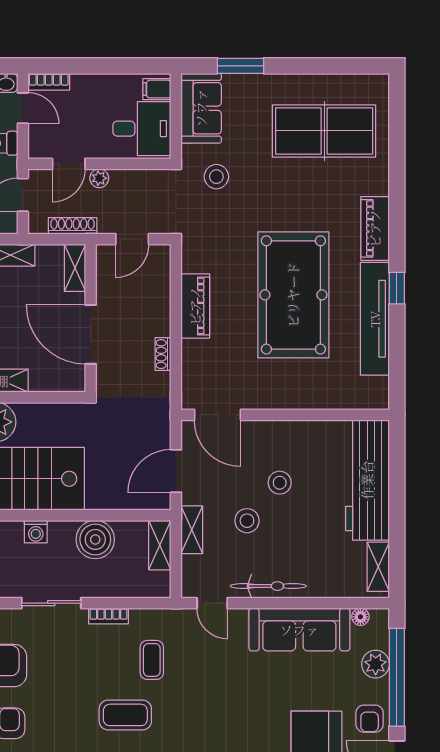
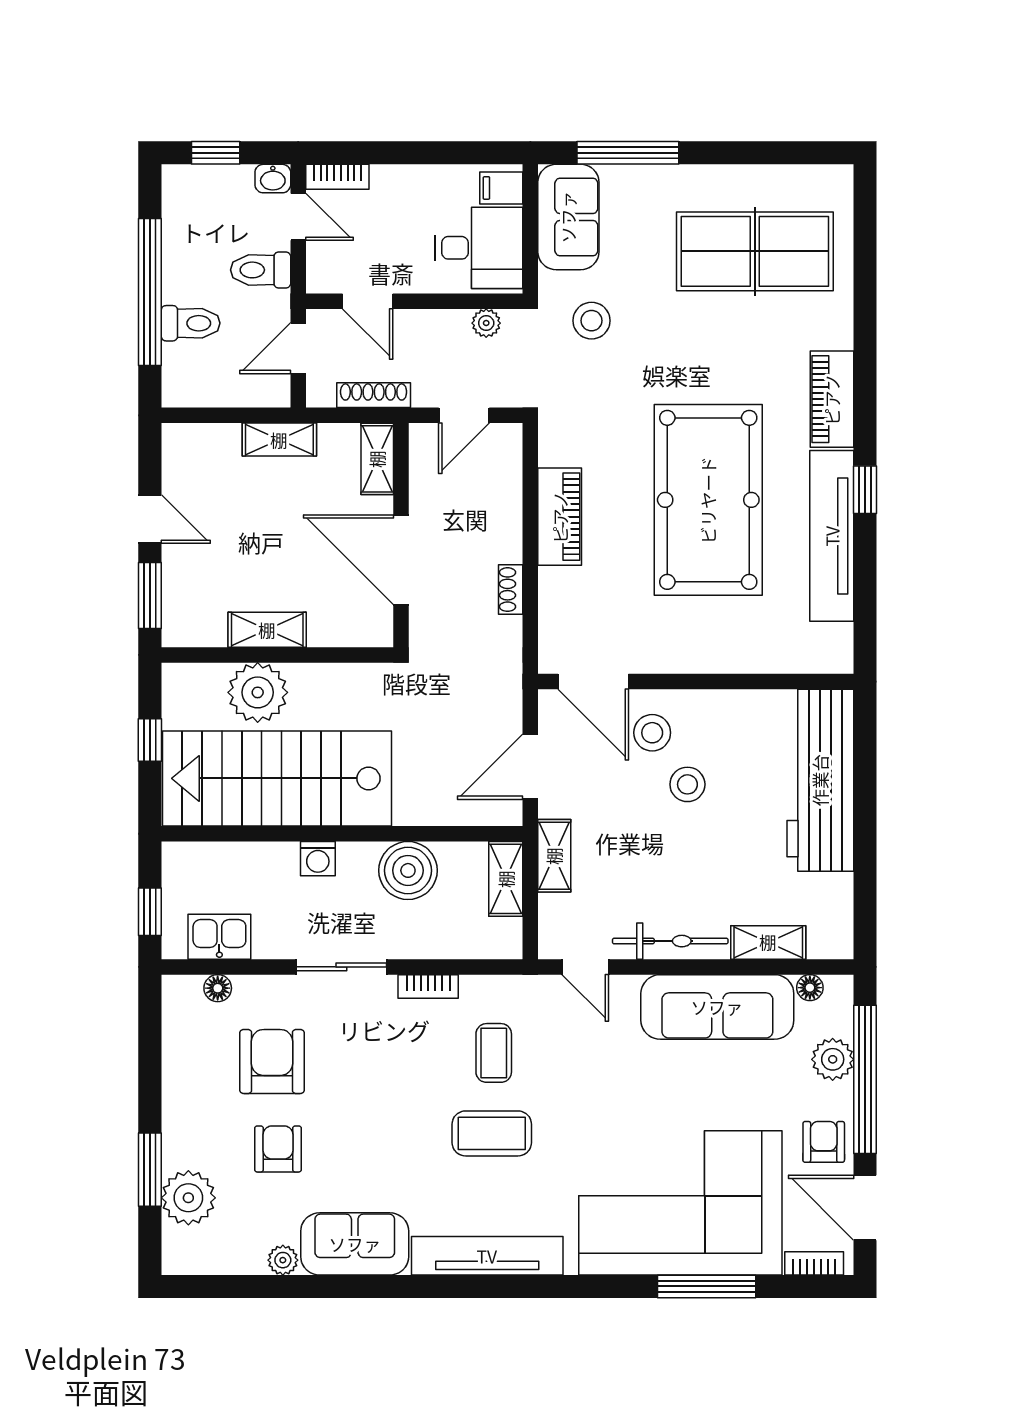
window: (240, 66) -> (628, 153), width x1.44
door: (69, 164) -> (368, 301), hinge flipped
plant: (99, 178) -> (486, 323), moved
stool: (247, 521) -> (652, 733), moved
shelving: (378, 567) -> (768, 942), moved, turned 90
coffee table: (125, 715) -> (492, 1133), moved
armchair: (370, 719) -> (824, 1142), turned 180

